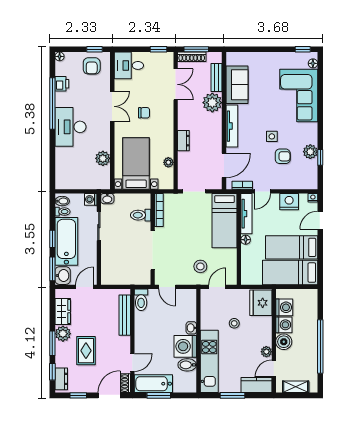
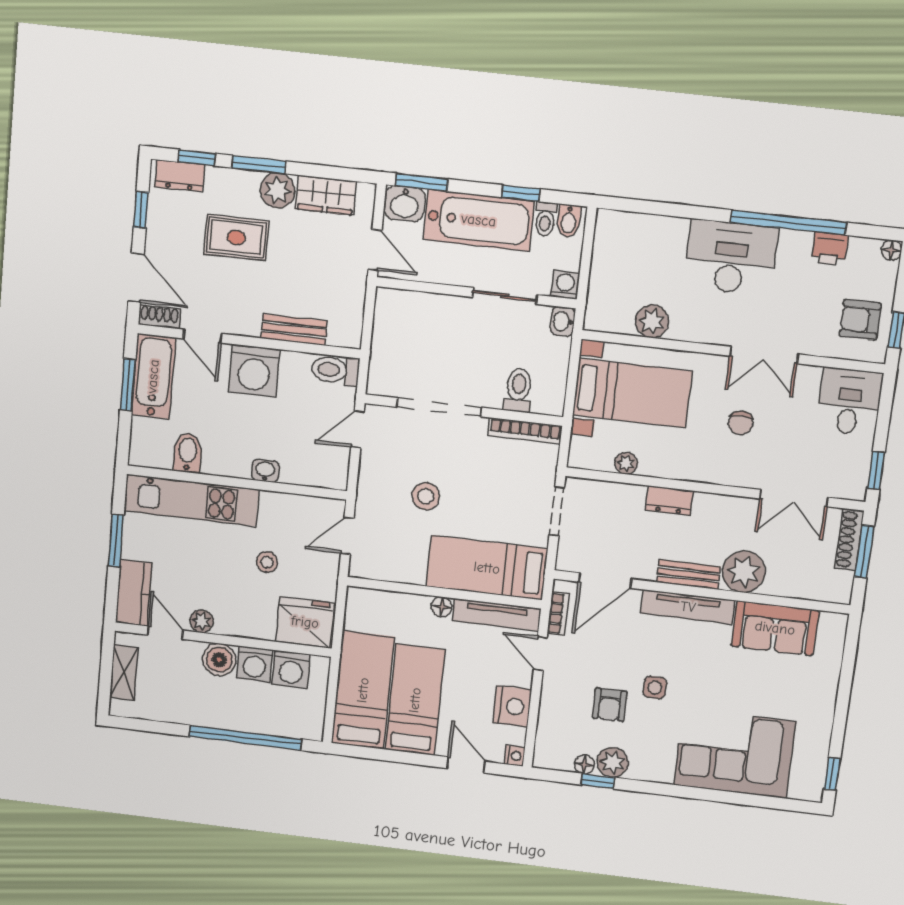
floor lamp: (313, 63) -> (584, 764), moved
bench: (217, 78) -> (689, 574), moved
door: (224, 165) -> (605, 580), hinge flipped
window: (52, 239) -> (521, 193), moved
stool: (200, 266) -> (426, 496), moved
door: (217, 287) -> (347, 536), swing flipped
bench: (125, 315) -> (294, 330), width x0.73
washing machine: (185, 346) -> (254, 371), moved, turned 180
window: (320, 347) -> (245, 738), moved

